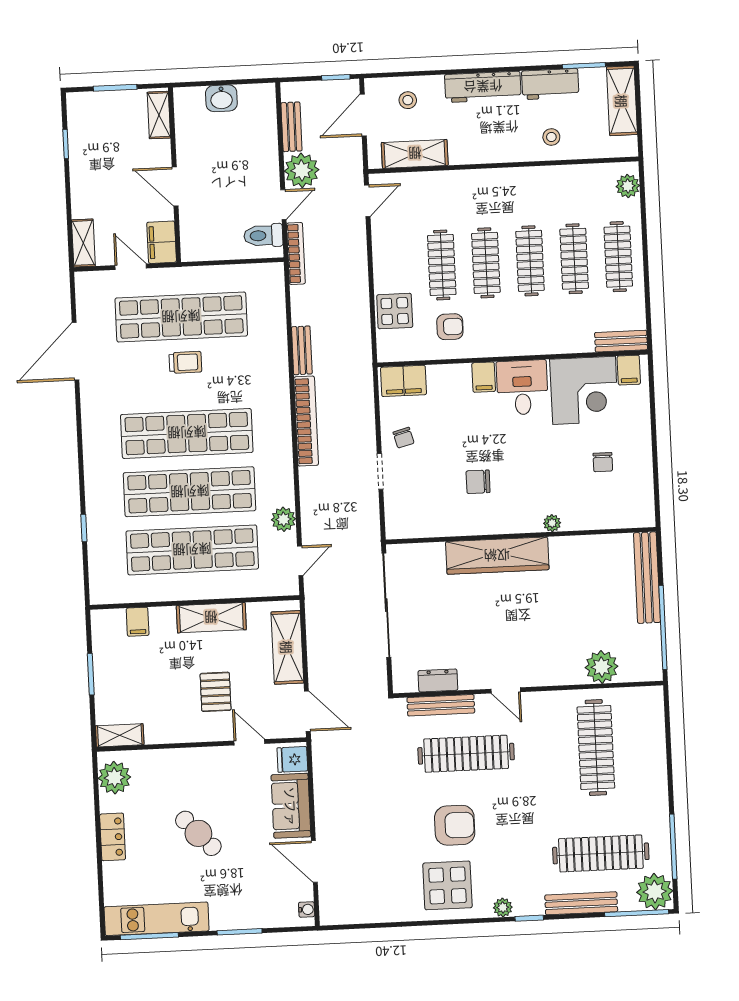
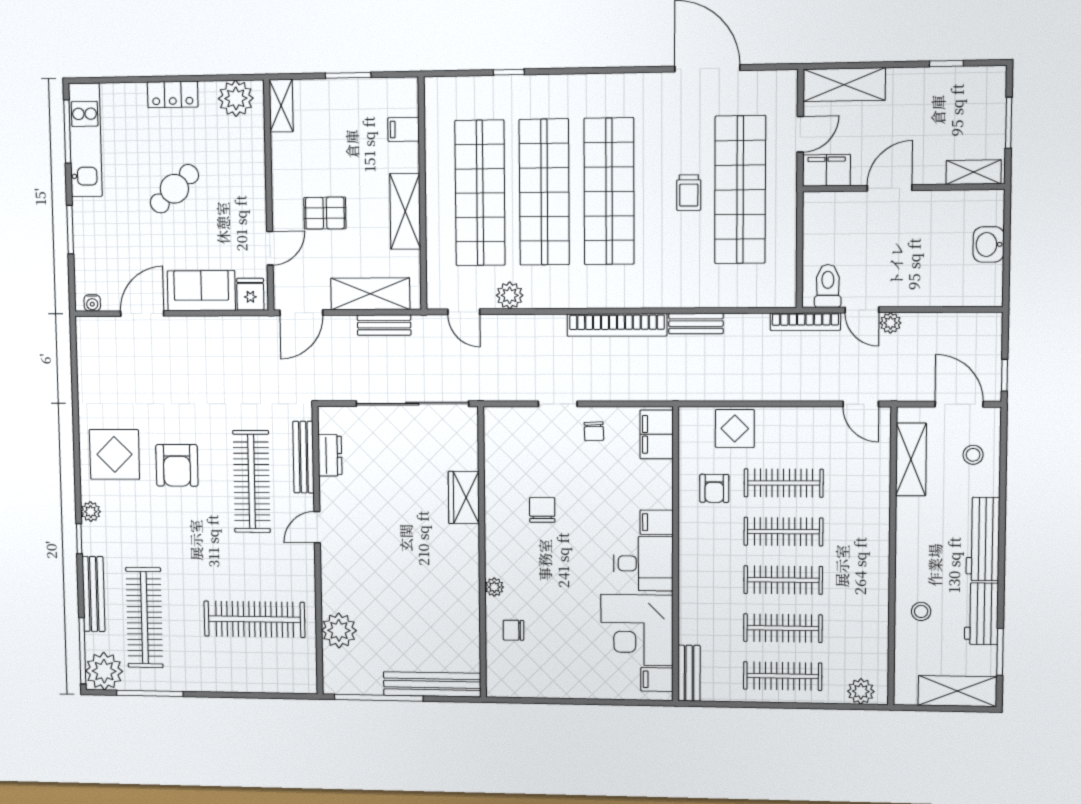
bench: (291, 127) -> (384, 325), moved
plant: (302, 170) -> (890, 323), width x0.53, depth x0.53
shelving: (83, 243) -> (844, 85), width x1.50, depth x1.33
chair: (403, 438) -> (594, 431), turned -77
chair: (603, 462) -> (513, 630), moved
wardrobe: (497, 556) -> (464, 498), width x0.48, depth x0.85

